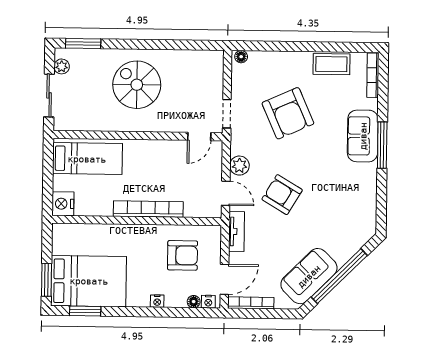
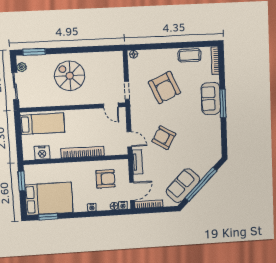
door: (199, 136) -> (111, 105), hinge flipped
plant: (239, 166) -> (137, 122), removed
nightstand: (63, 204) -> (42, 153), moved, turned -90
window: (46, 280) -> (22, 181), moved

